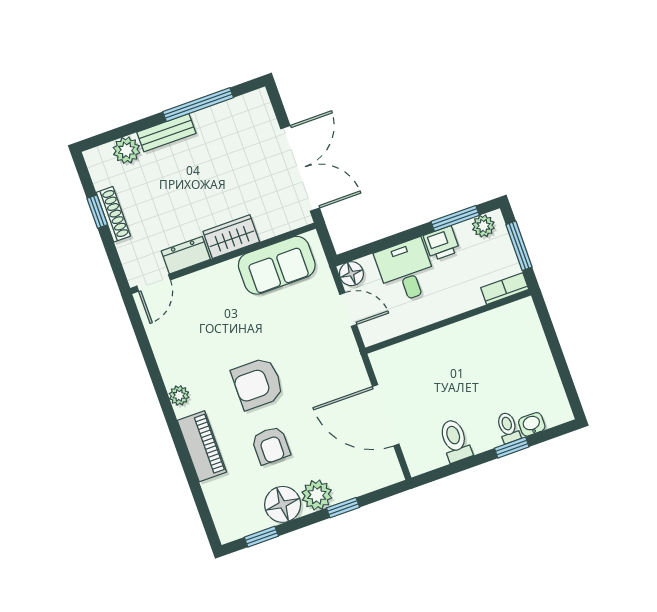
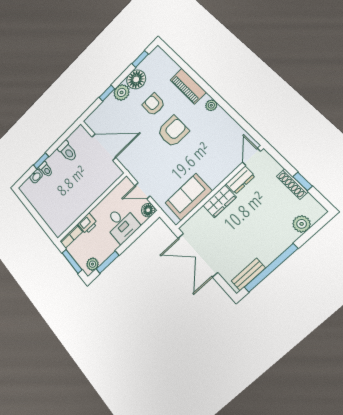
window: (198, 105) -> (271, 268), width x1.46
bench: (166, 133) -> (248, 274), moved
printer: (442, 243) -> (88, 224), moved, turned 180

